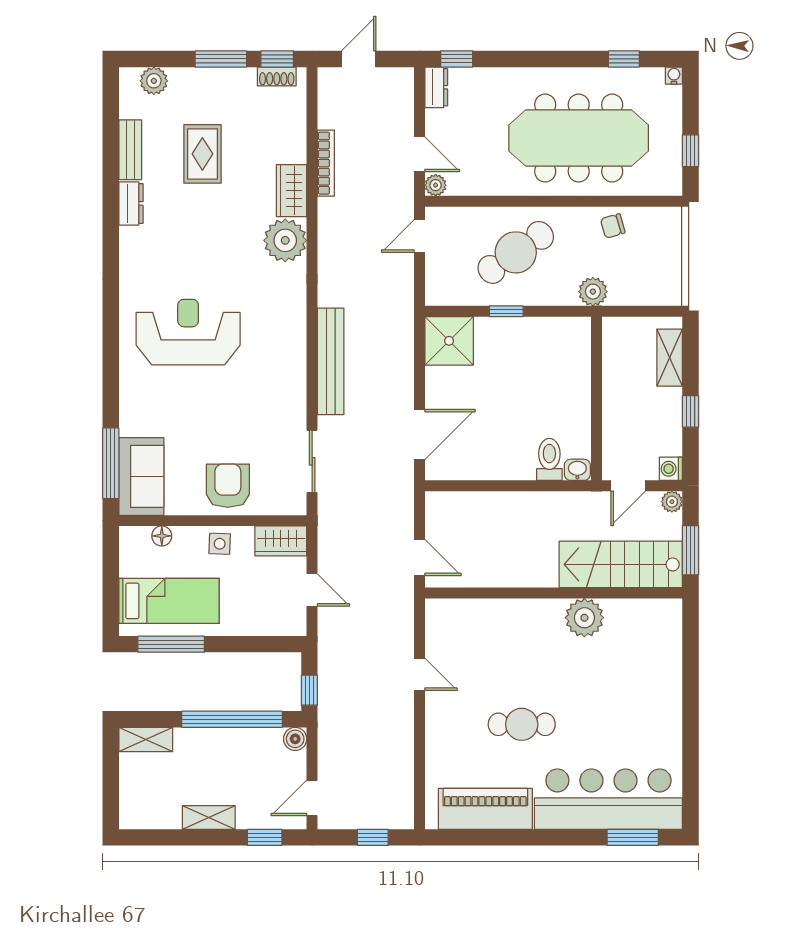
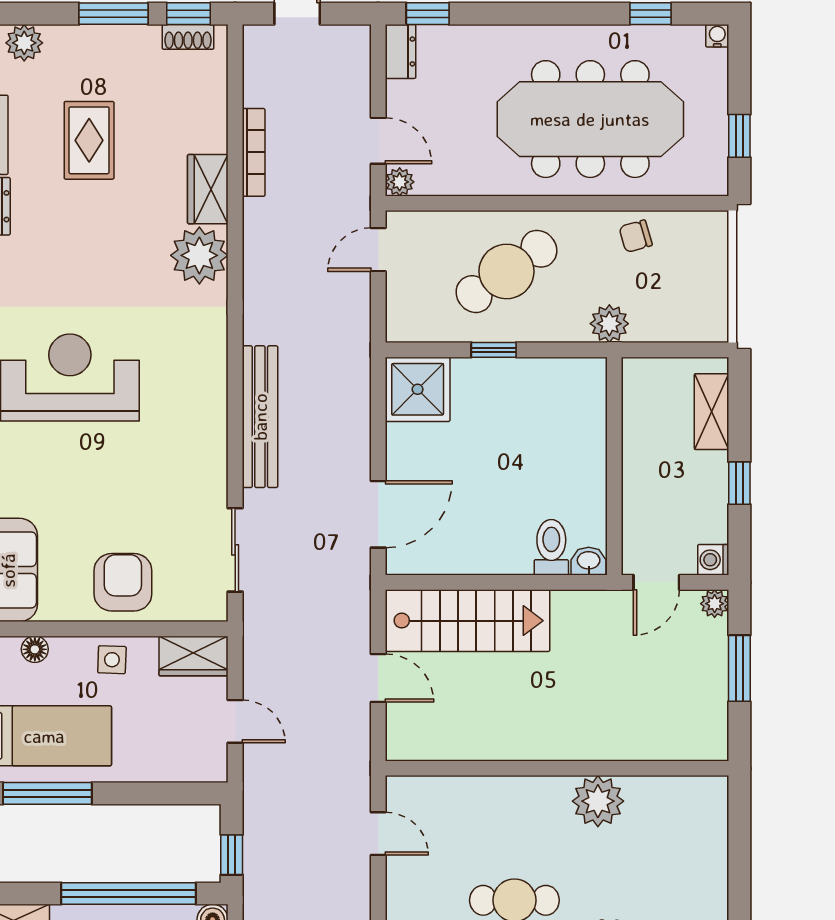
stairs: (621, 564) -> (468, 621), moved, turned 180
wall: (554, 593) -> (557, 768), moved
plant: (584, 618) -> (598, 801), moved

